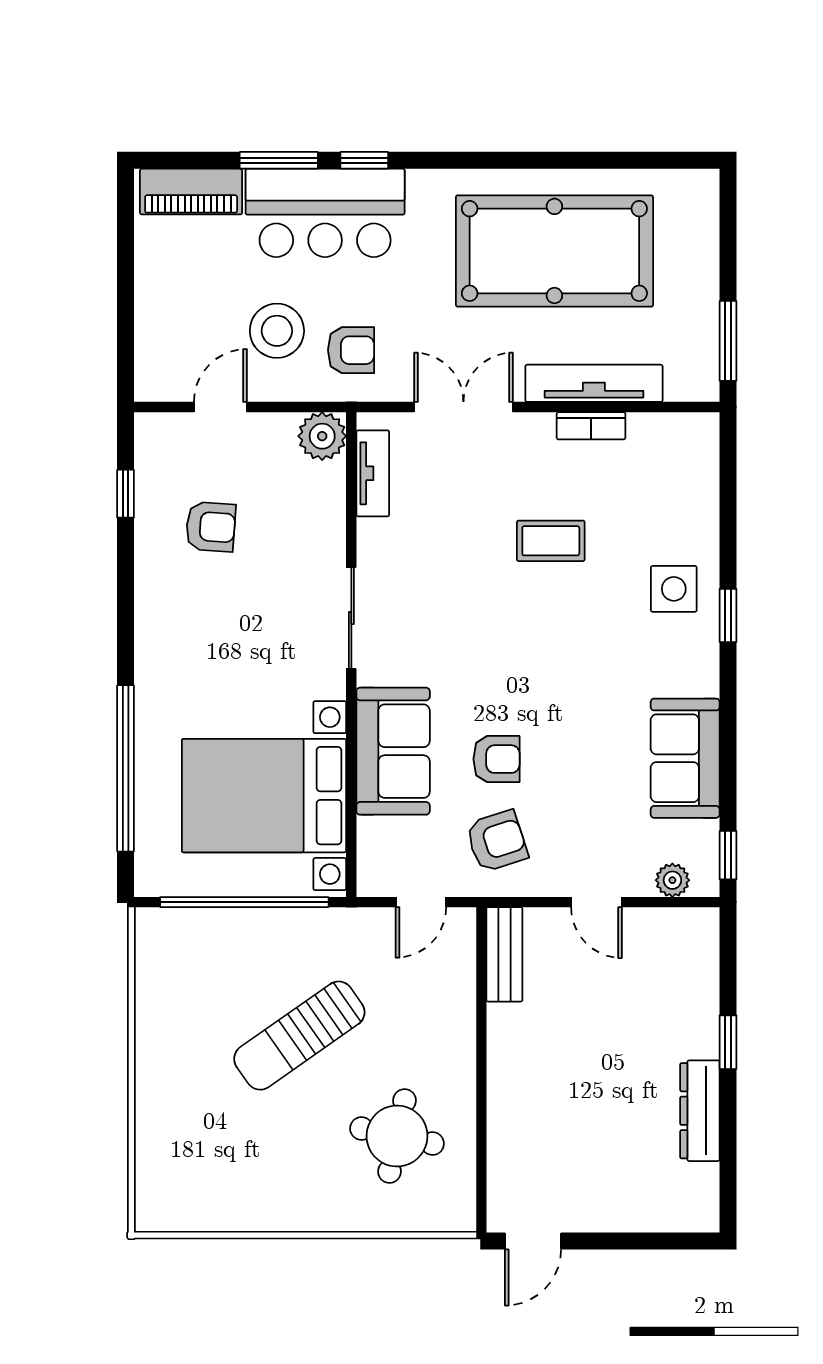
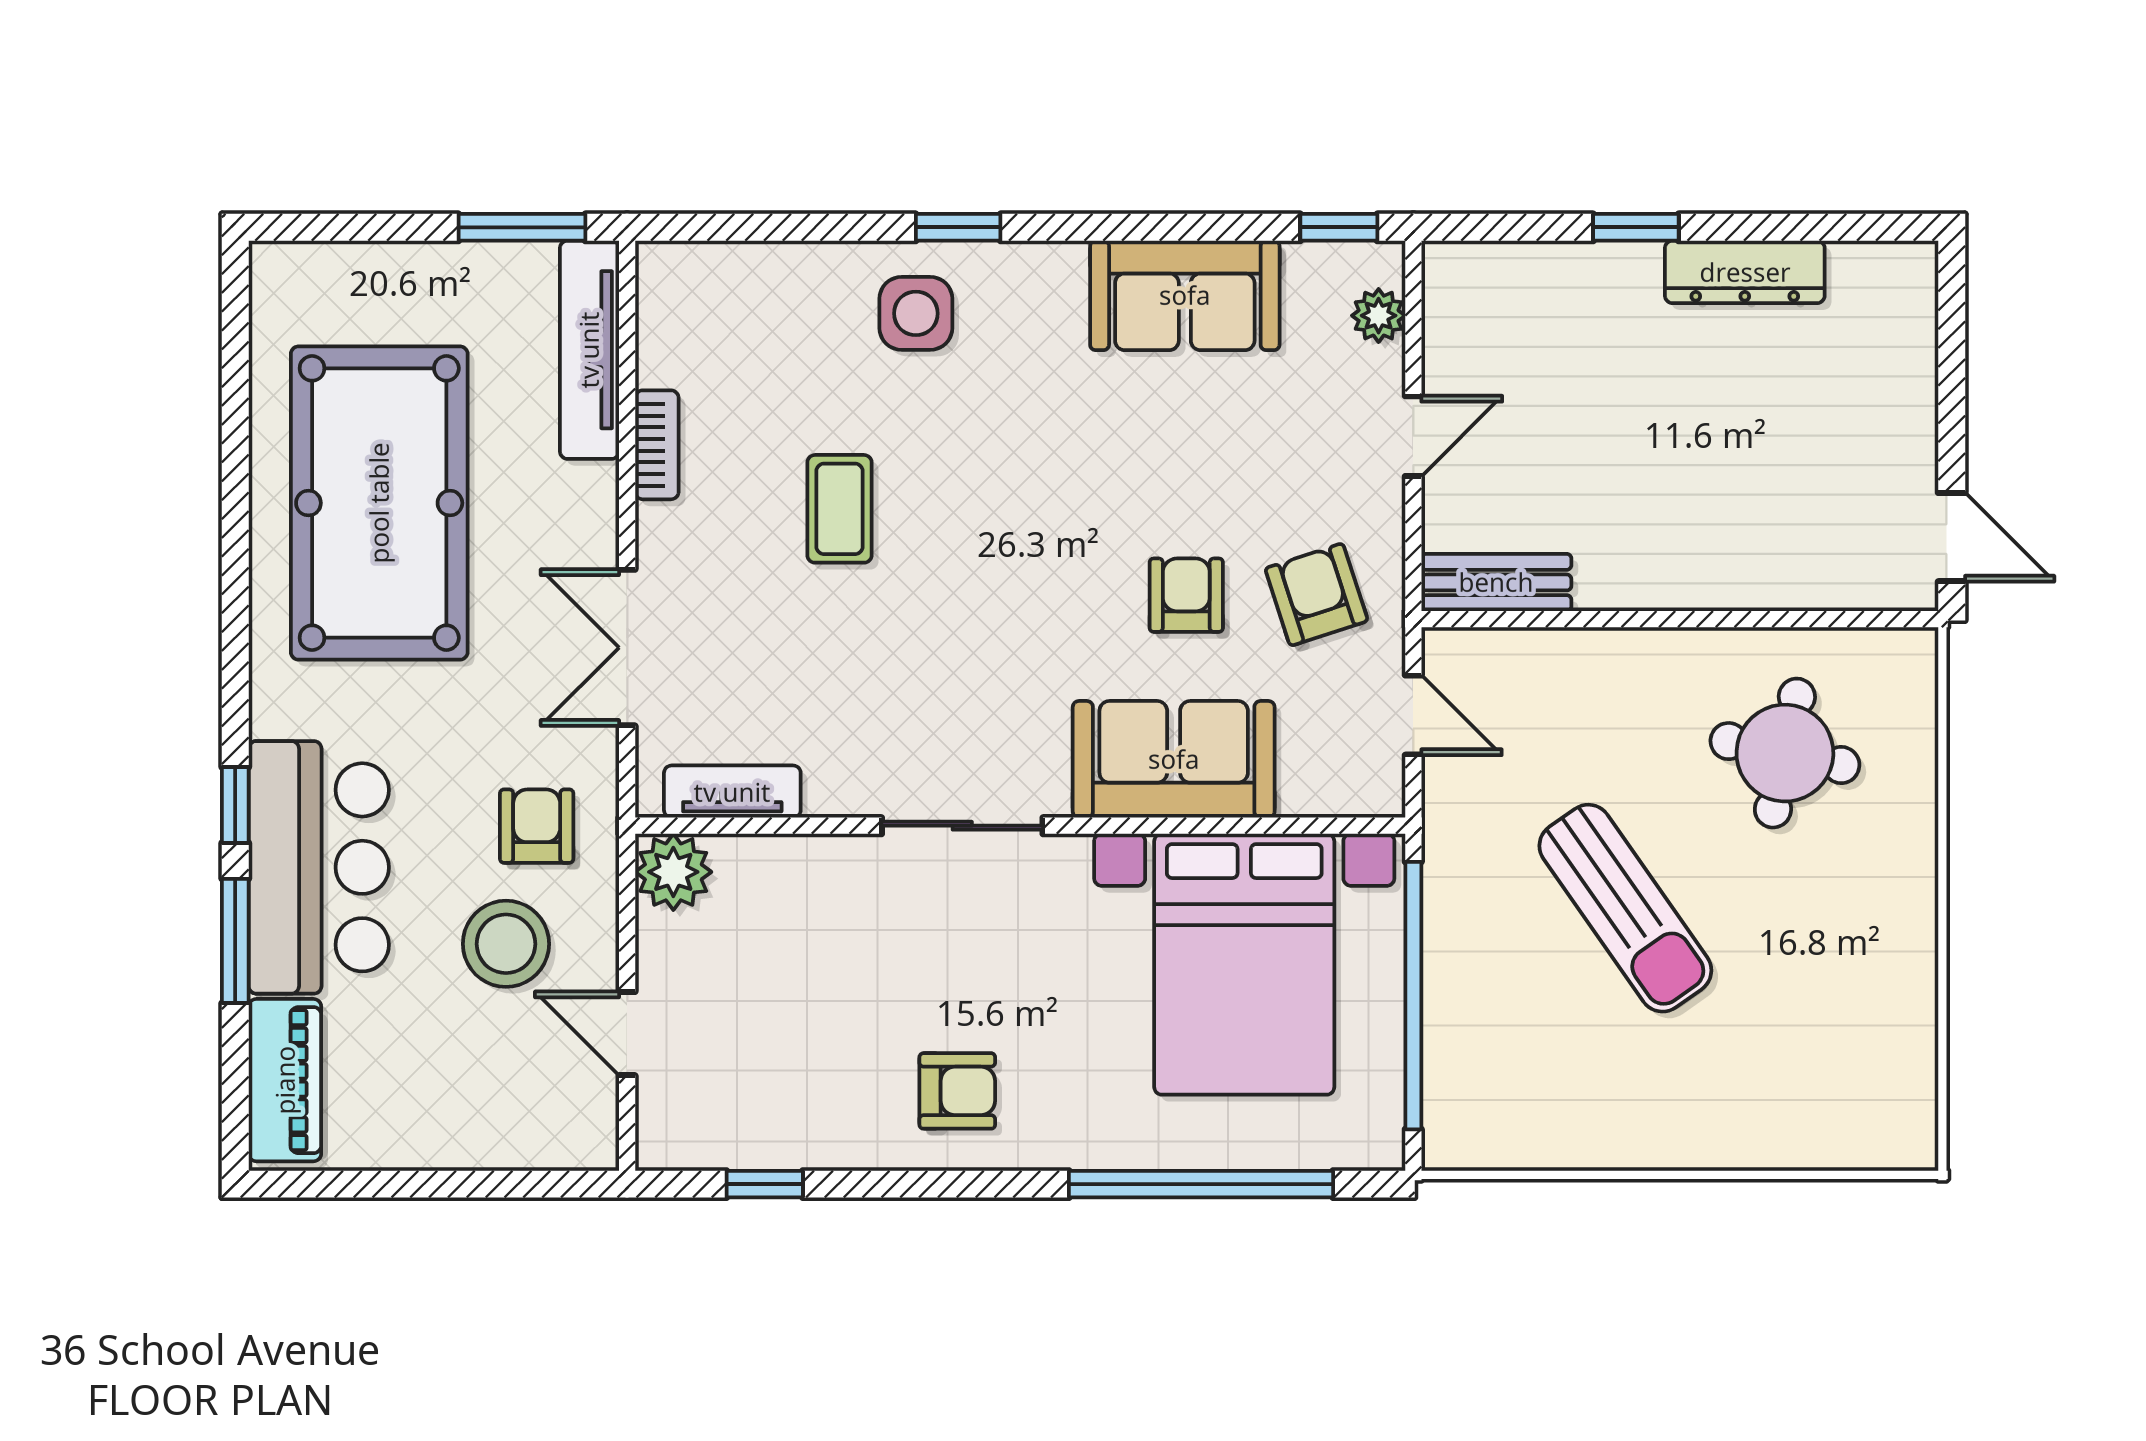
tv unit: (594, 383) -> (589, 350), moved
armchair: (211, 527) -> (957, 1091), moved, turned 86

